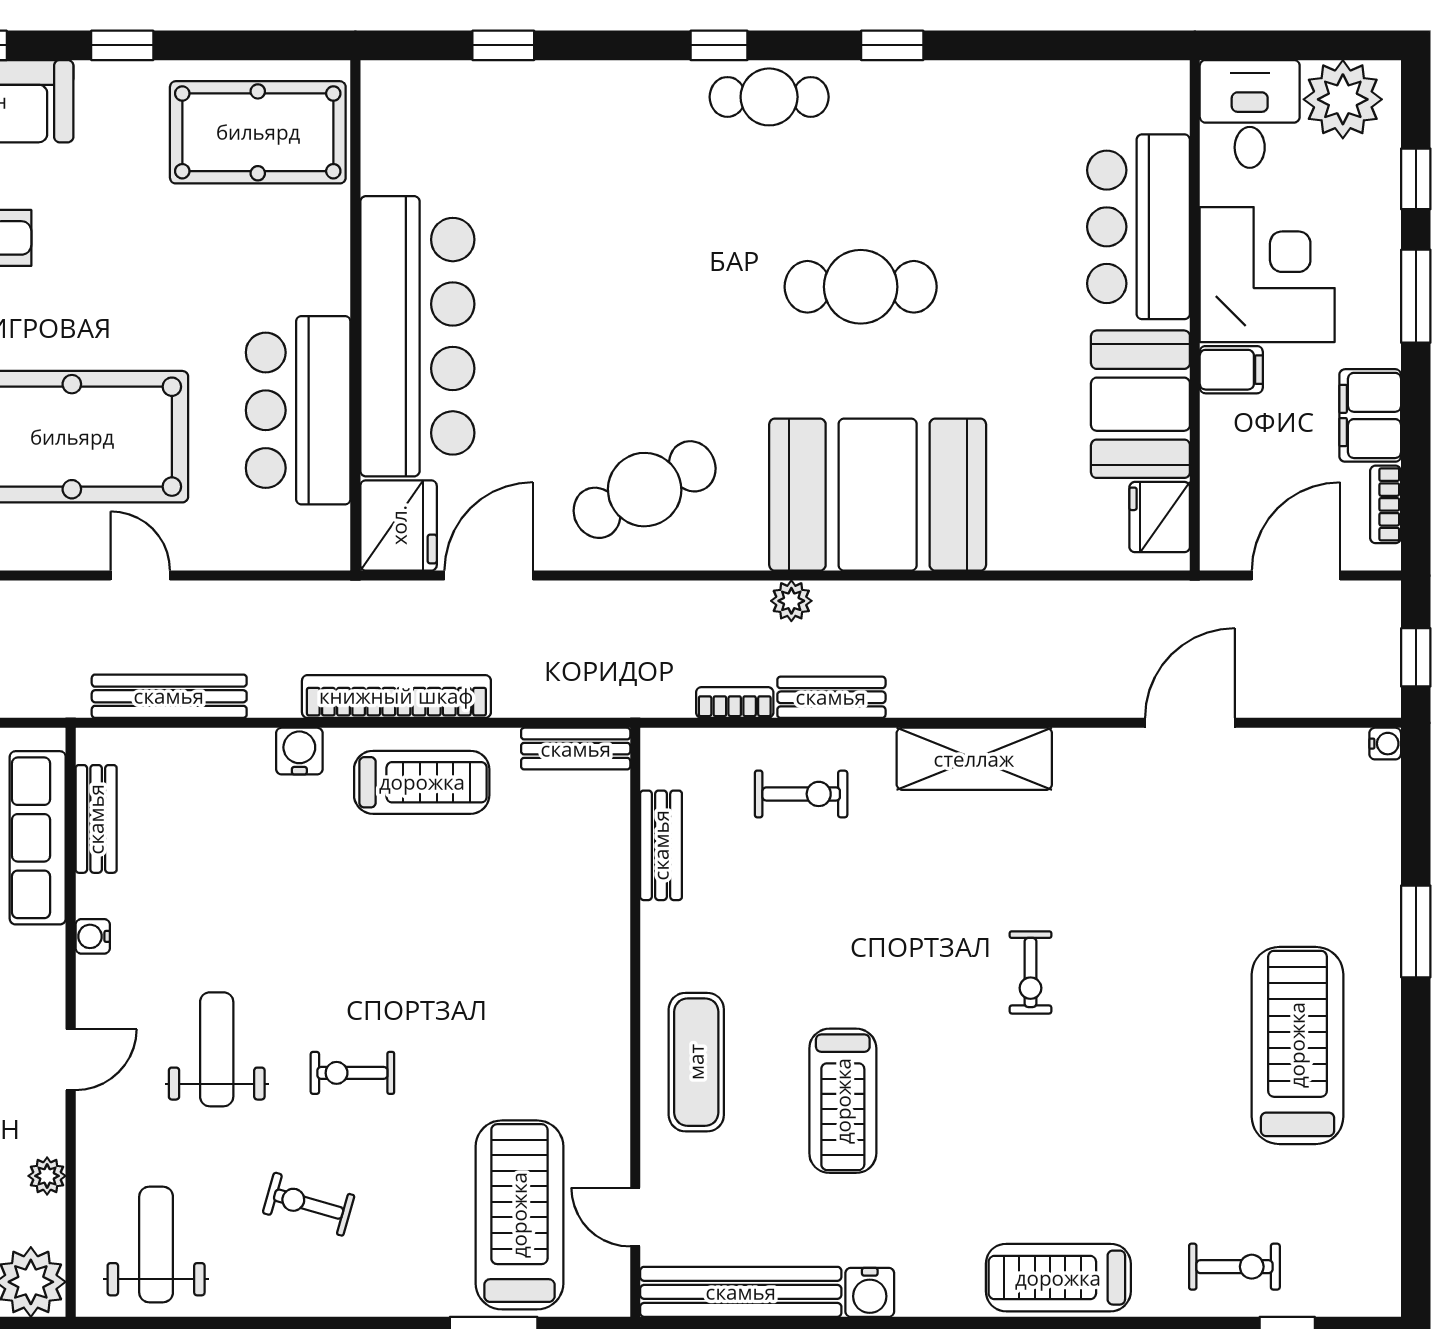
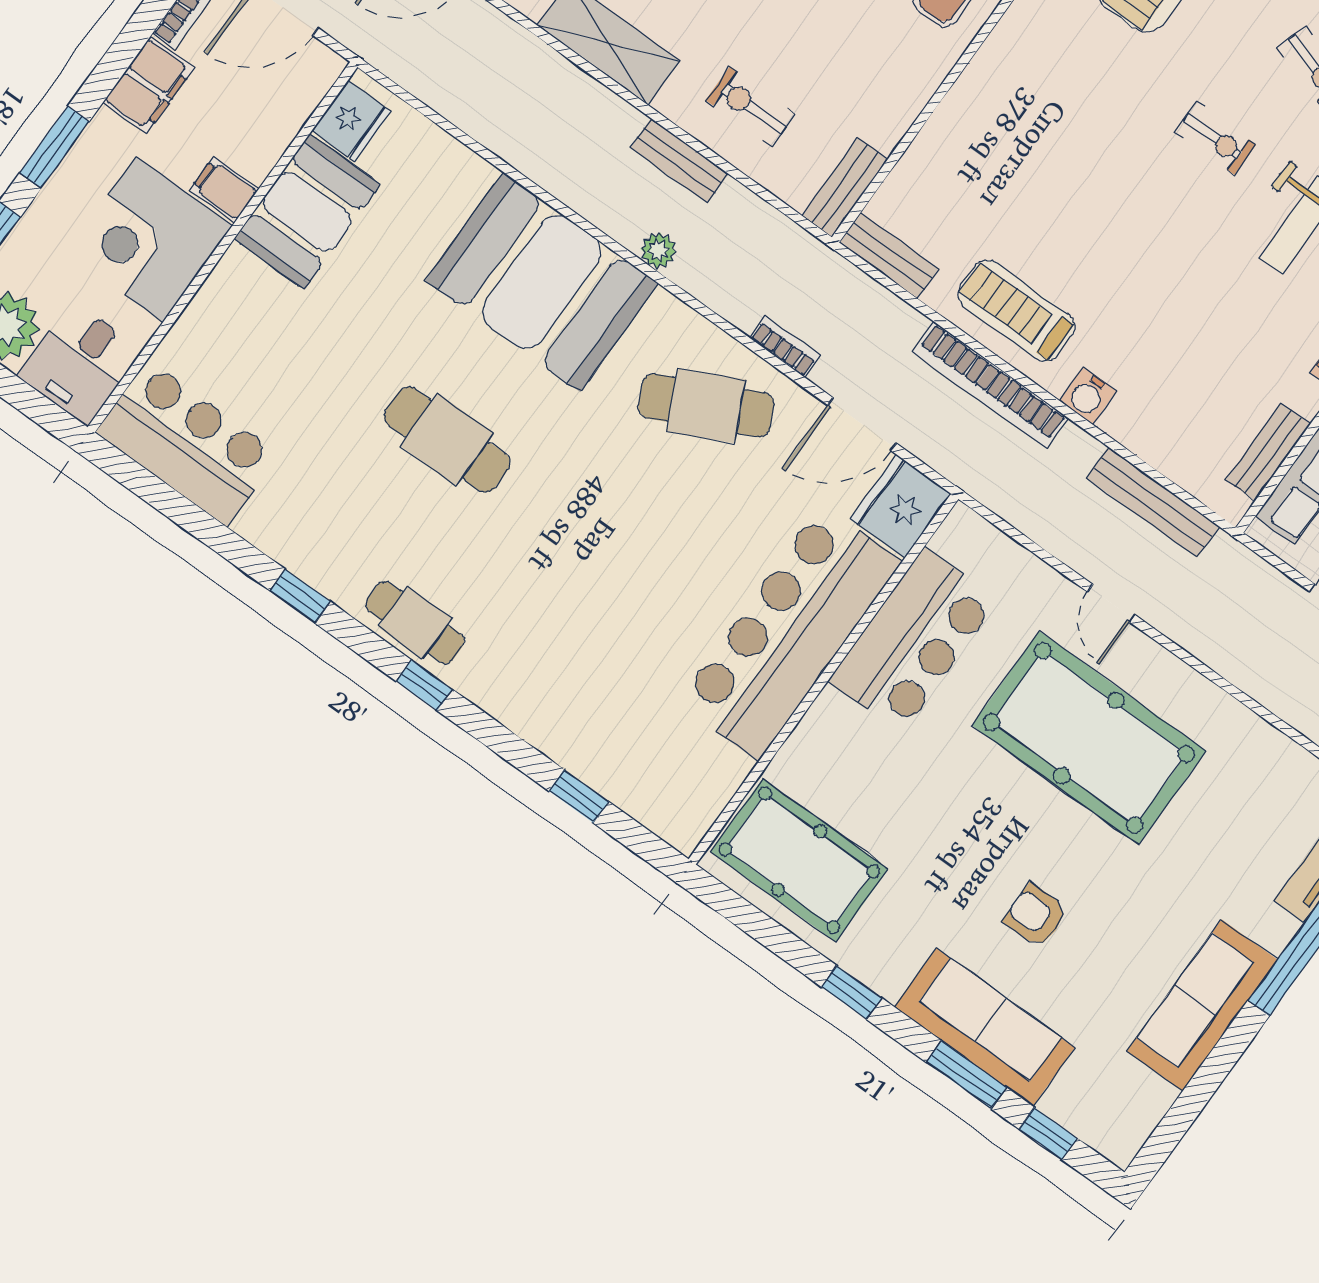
bar counter: (1139, 227) -> (187, 443), moved, turned -90
bookcase: (735, 702) -> (785, 347), moved, turned 180
bench: (661, 845) -> (845, 187), moved

